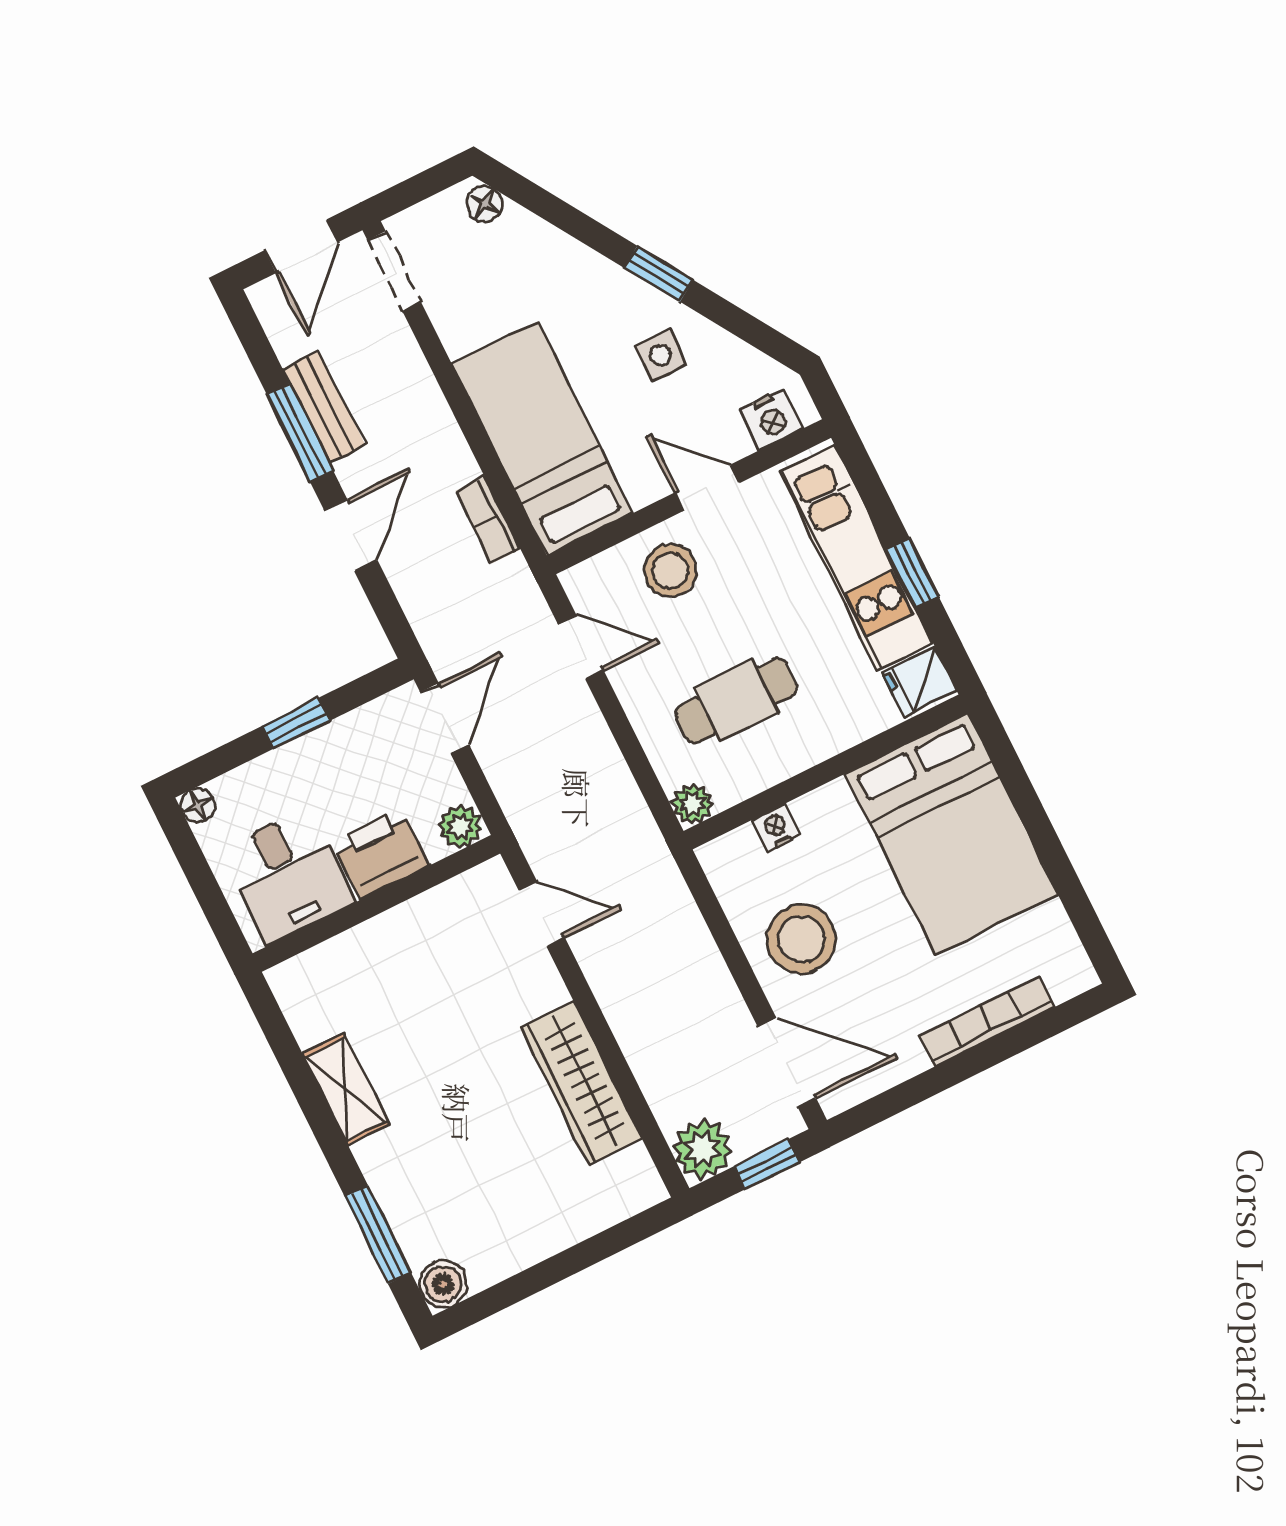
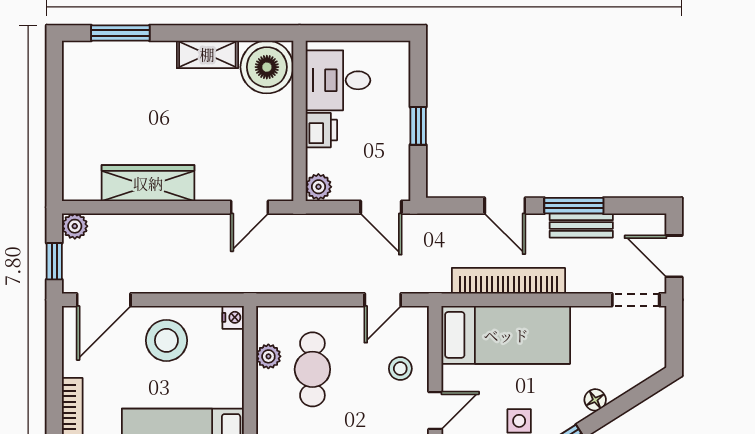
floor lamp: (484, 204) -> (595, 400), moved
bookcase: (488, 520) -> (508, 281), width x2.31, depth x1.31
stool: (670, 570) -> (400, 369), width x0.73, depth x0.73
plant: (693, 804) -> (268, 356), moved
floor lamp: (198, 805) -> (400, 51), removed
nightstand: (777, 828) -> (233, 317), moved
printer: (381, 854) -> (321, 130), width x0.73, depth x0.81
plant: (703, 1149) -> (75, 226), width x0.73, depth x0.73
boiler: (443, 1284) -> (267, 67), moved, width x1.86, depth x1.86

